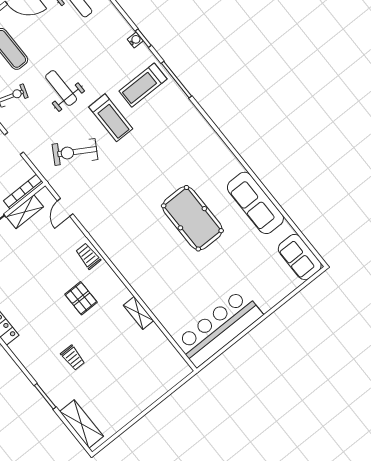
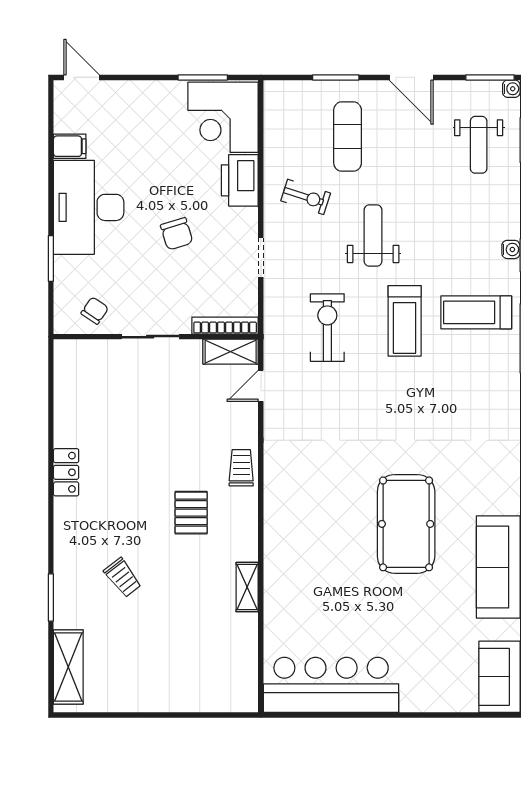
exercise bike: (75, 152) -> (327, 328), turned 59
shelving: (25, 212) -> (231, 352), moved
trolley: (73, 358) -> (123, 577), turned -38

